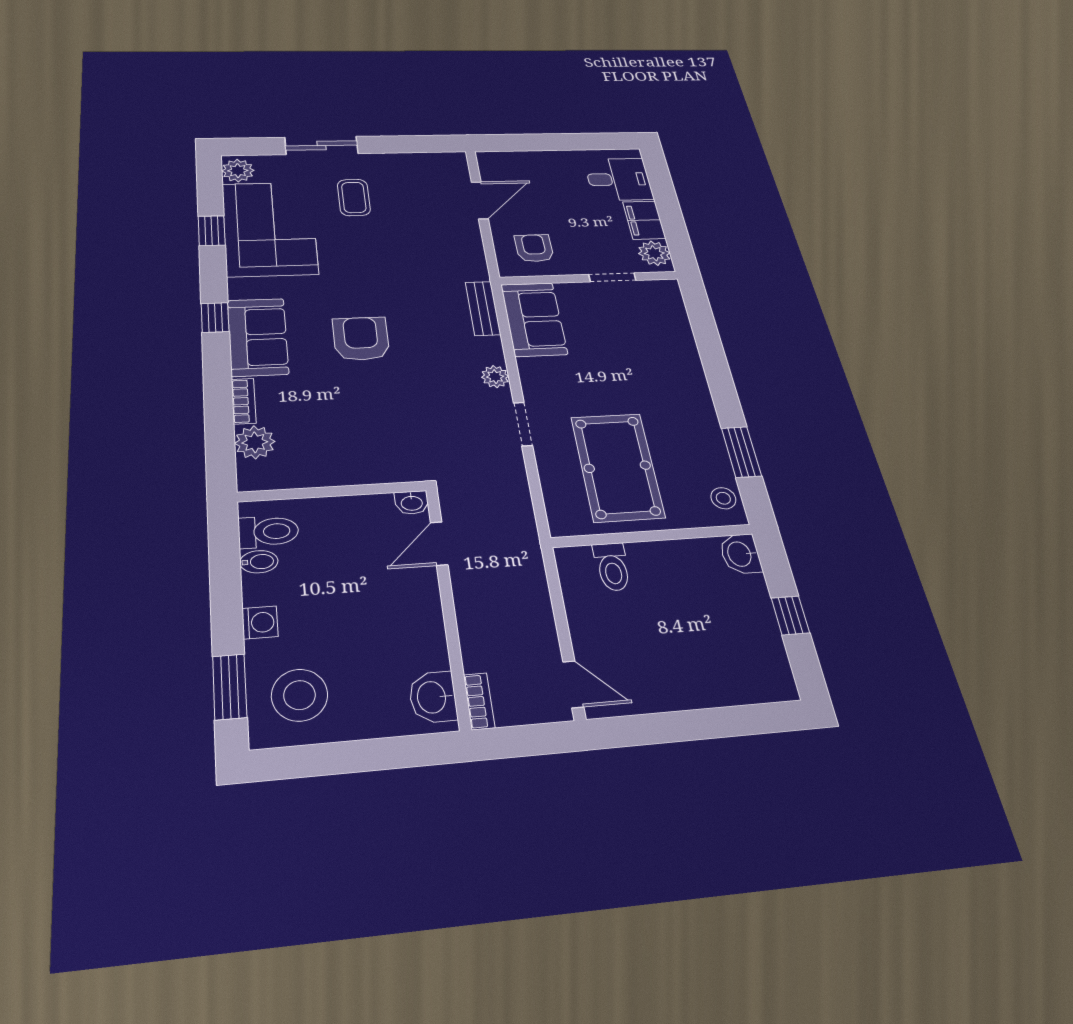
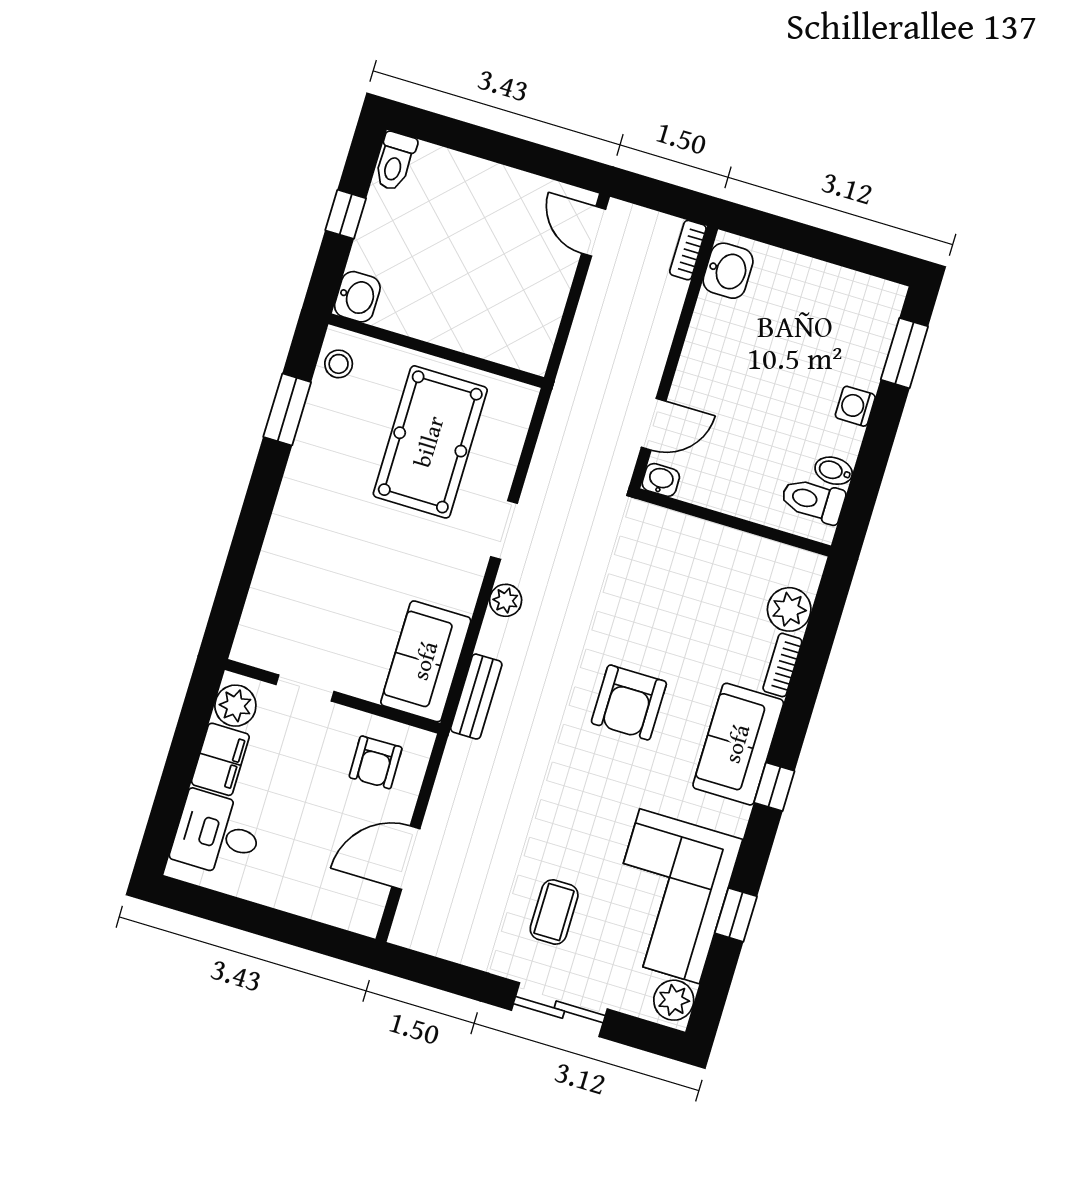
toilet: (612, 567) -> (395, 161), moved, turned 180
stool: (300, 695) -> (846, 320), removed

